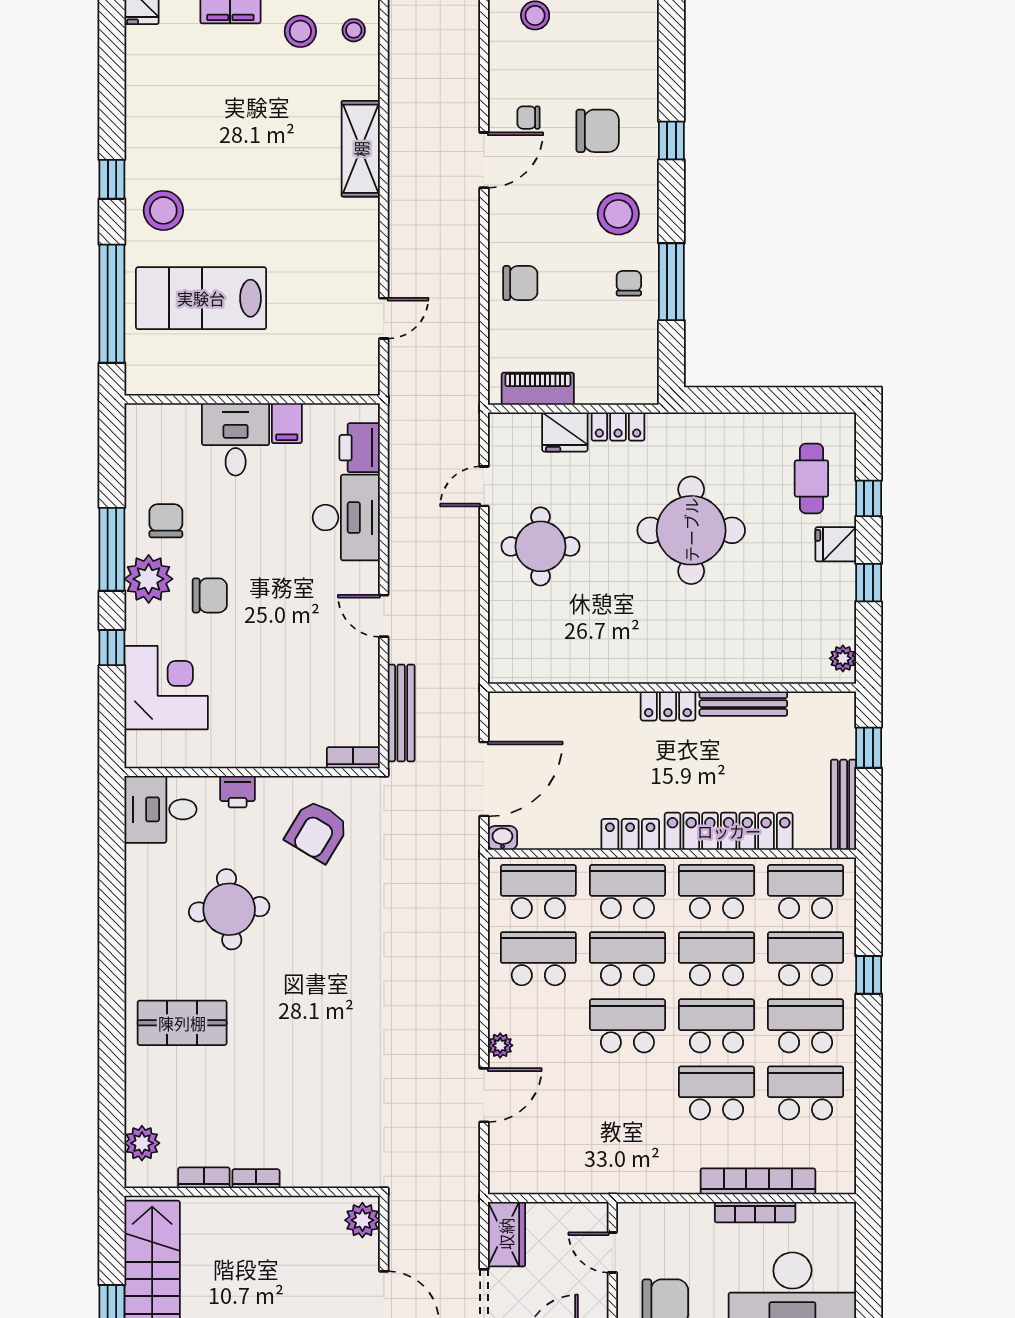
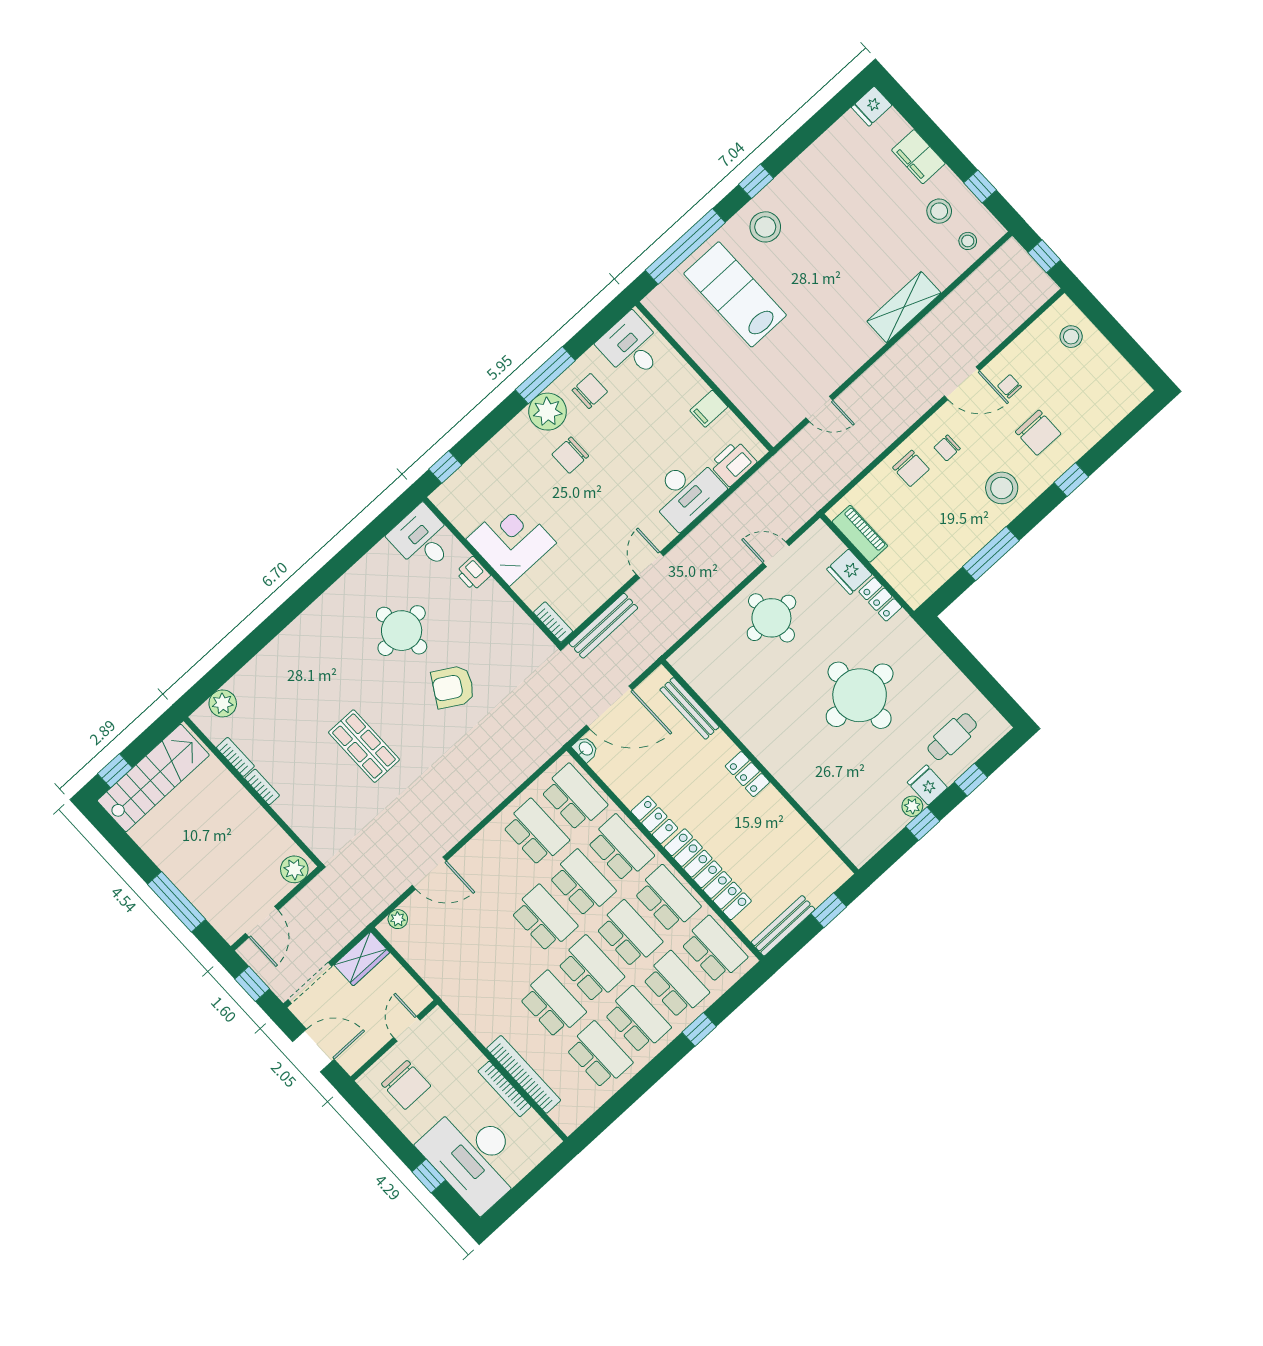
chair: (629, 283) -> (947, 448), moved, turned 180
desk: (236, 439) -> (632, 347), moved, turned -90
chair: (210, 595) -> (570, 455), turned 90
window: (112, 648) -> (445, 467), moved
plant: (843, 658) -> (912, 806), moved
corner desk: (166, 688) -> (511, 541), moved, turned -90
bench: (743, 704) -> (689, 708), moved
armchair: (317, 831) -> (453, 687), moved
shop shelf: (182, 1023) -> (364, 746), moved
plant: (500, 1045) -> (398, 919), moved

